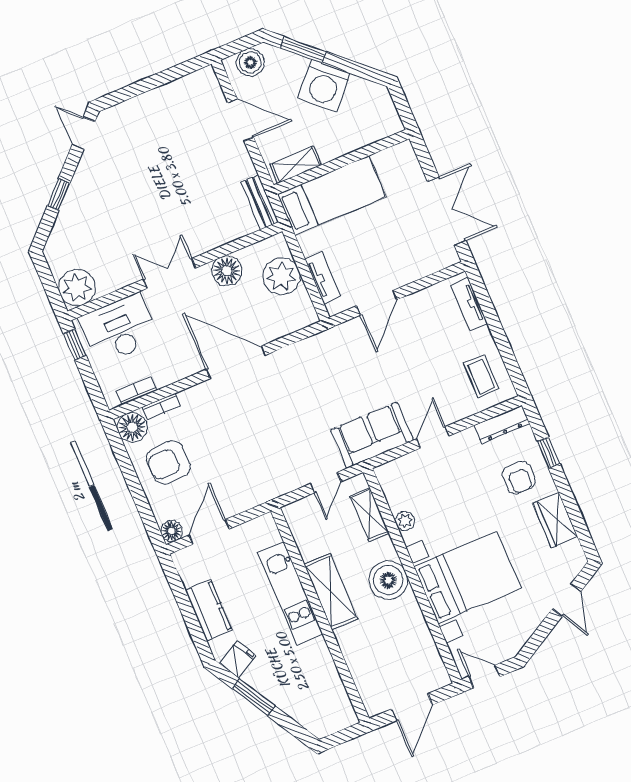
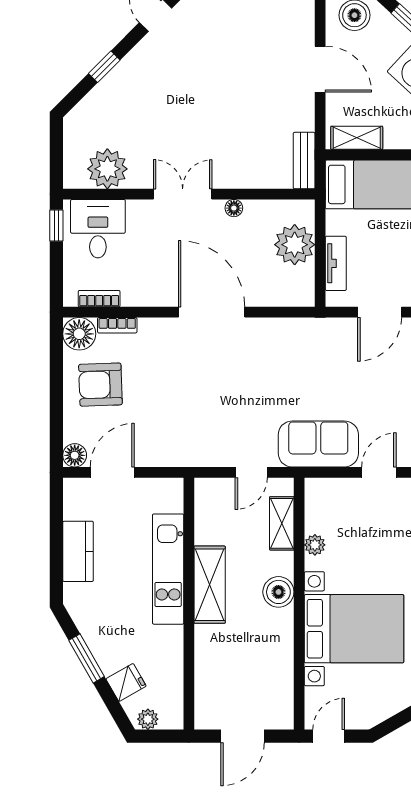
floor lamp: (227, 271) -> (234, 208), width x0.53, depth x0.53
plant: (77, 288) -> (107, 169), moved
desk: (119, 329) -> (98, 229), width x0.73
boiler: (388, 580) -> (278, 592), width x0.73, depth x0.73
fridge: (238, 660) -> (126, 682), moved
door: (484, 677) -> (329, 736), hinge flipped
plant: (327, 726) -> (148, 719), added

